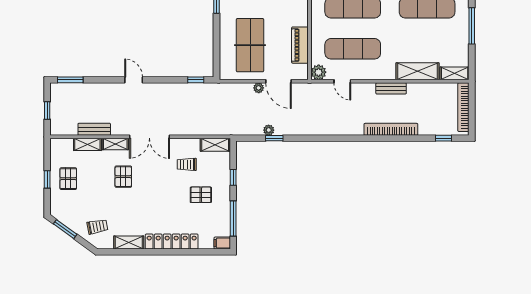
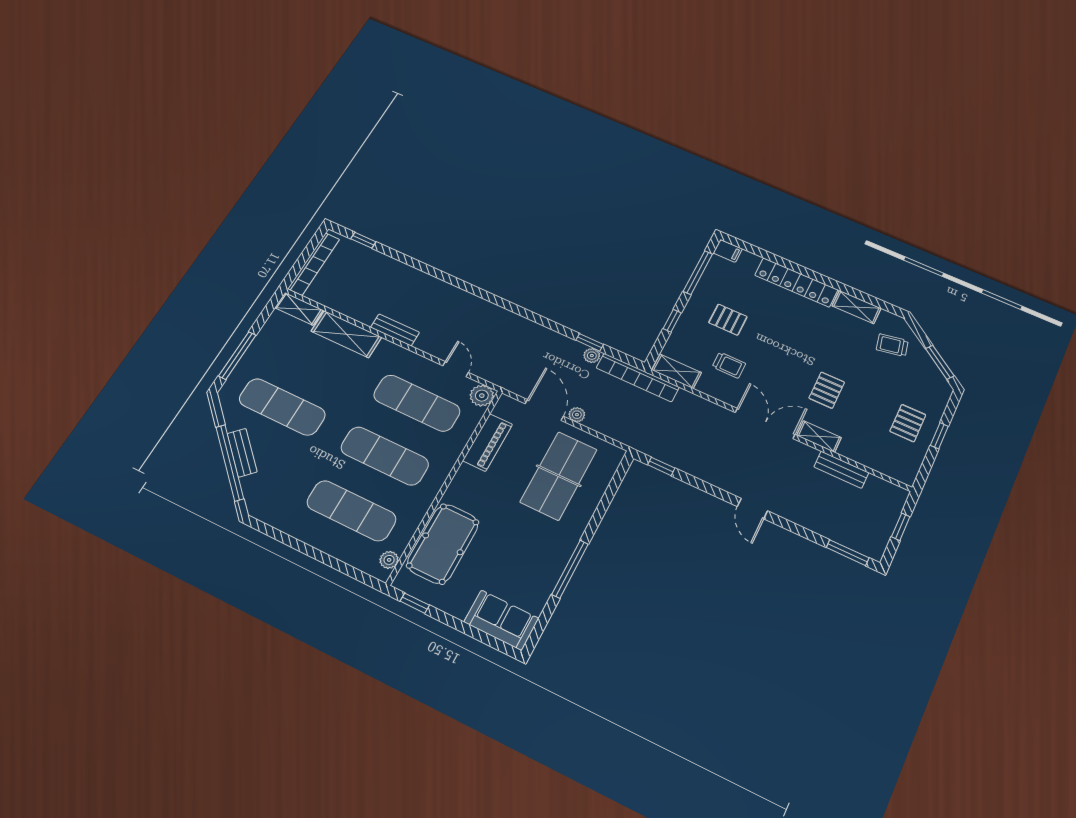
bookcase: (391, 129) -> (638, 377), moved
shelving: (87, 144) -> (860, 454), removed

